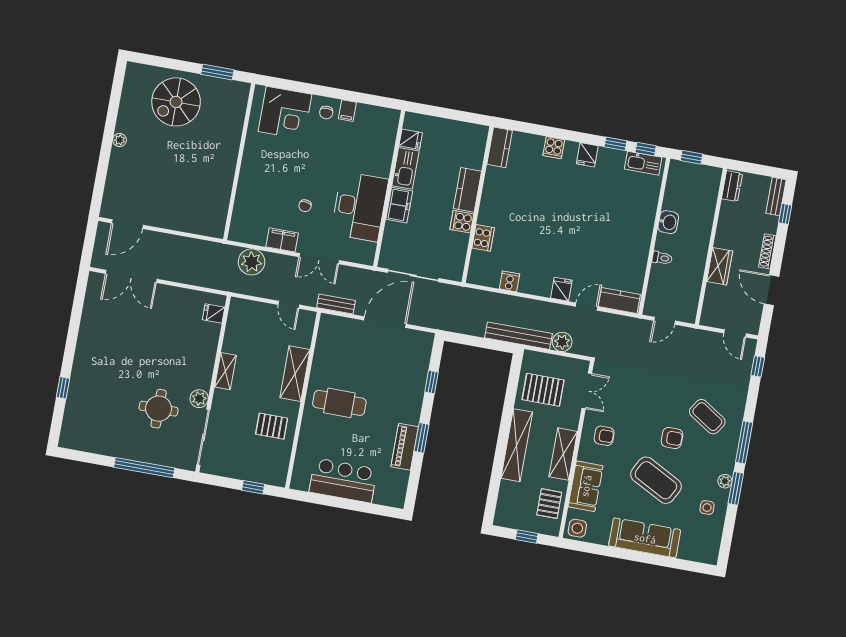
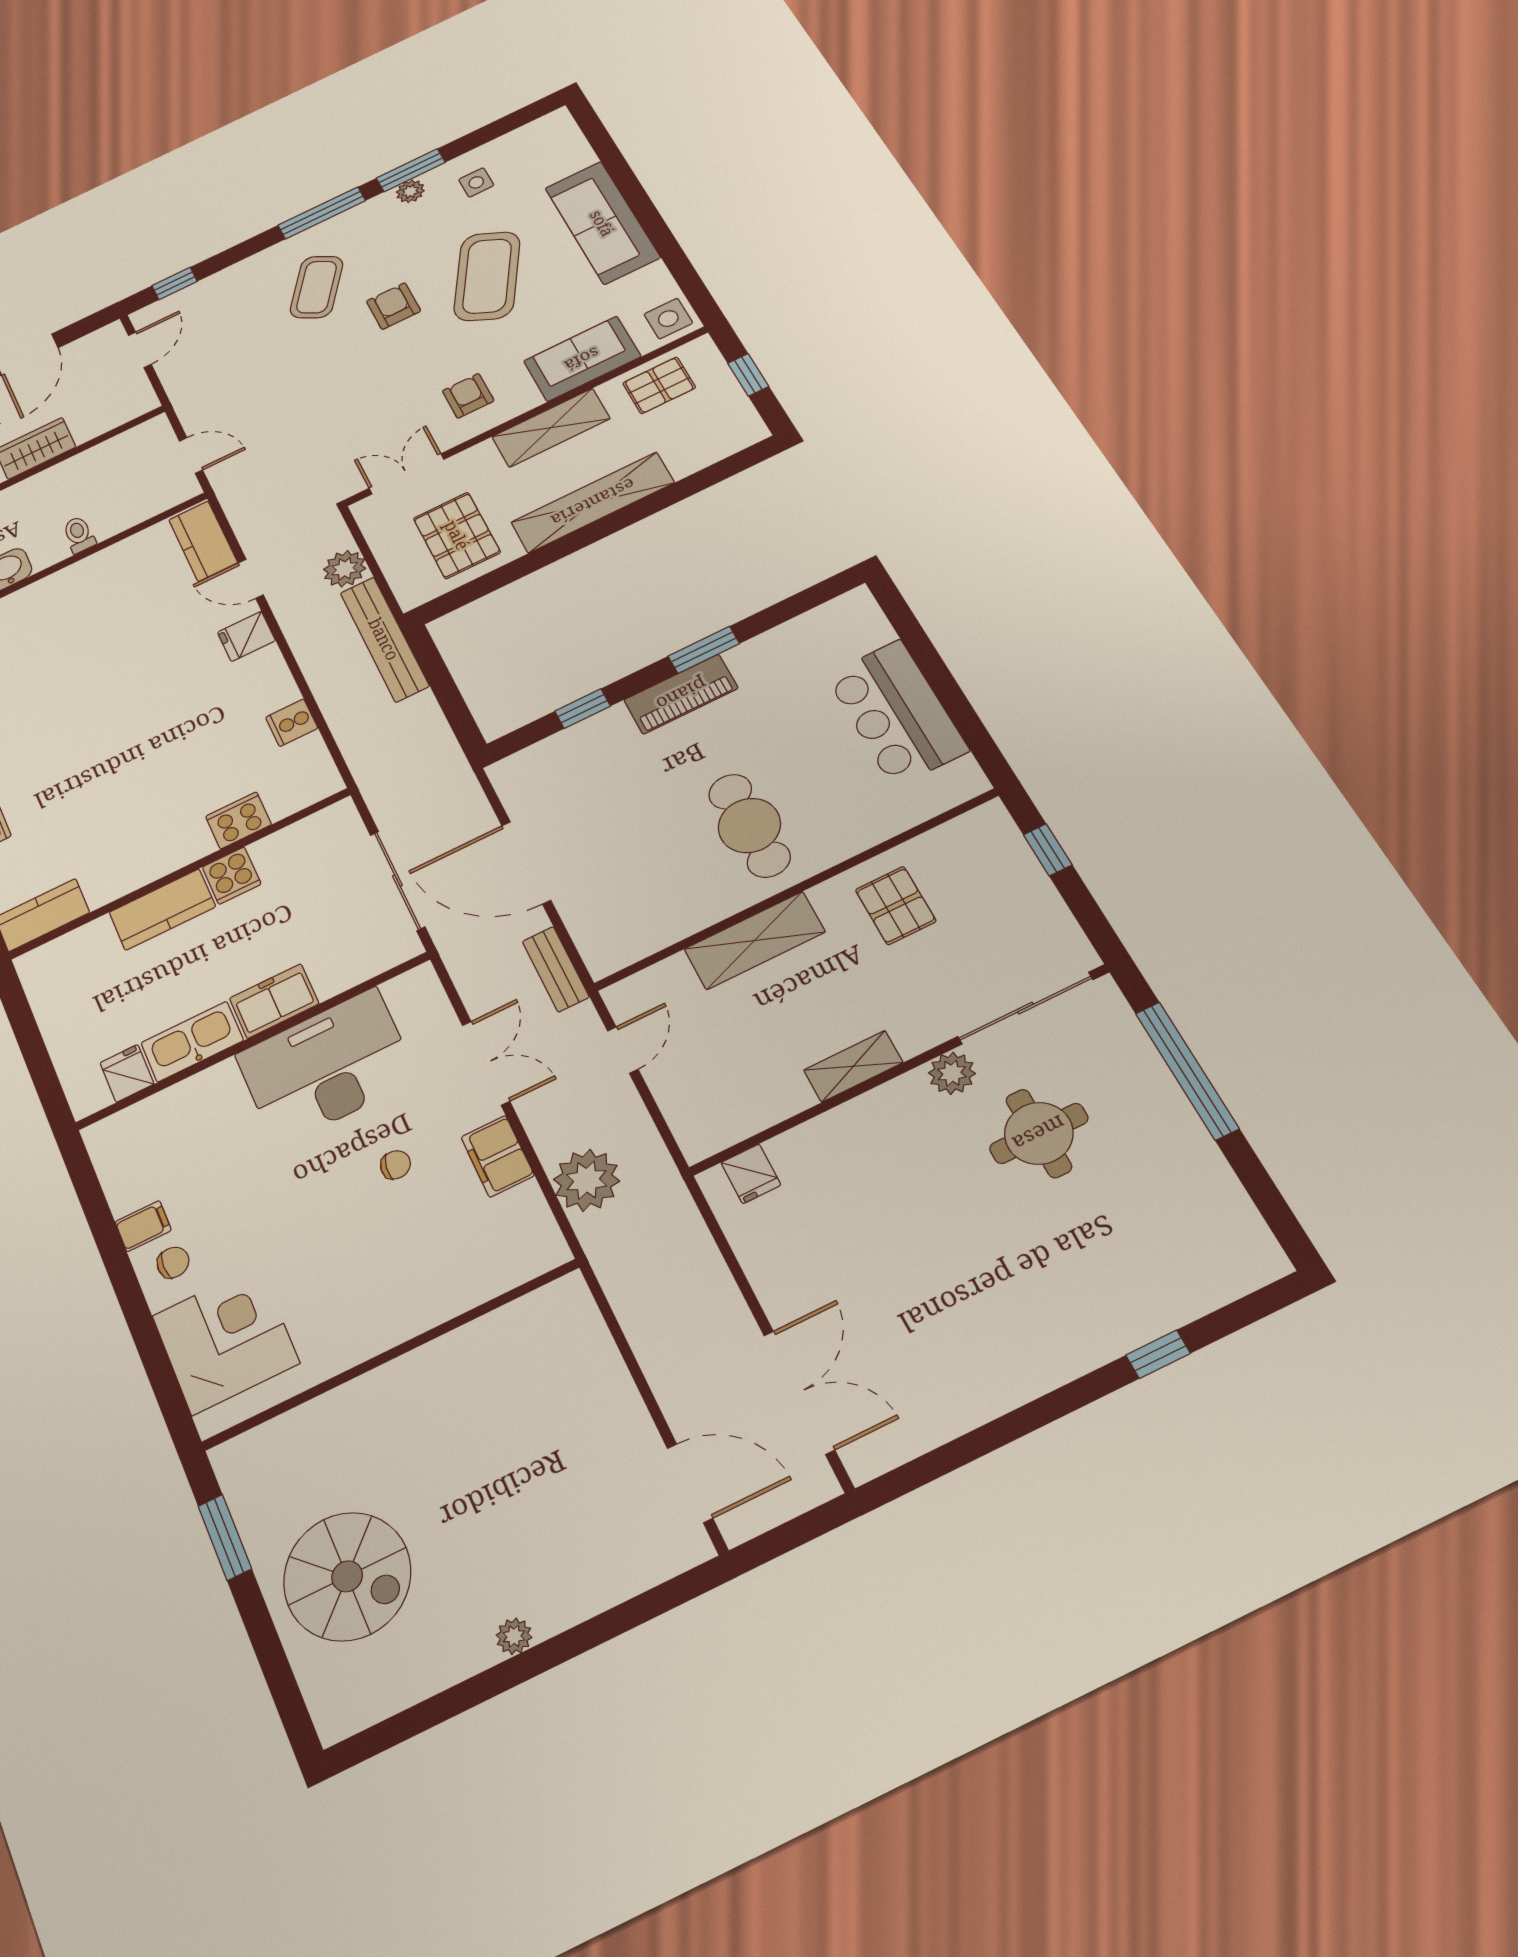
piano: (405, 447) -> (681, 694), moved

